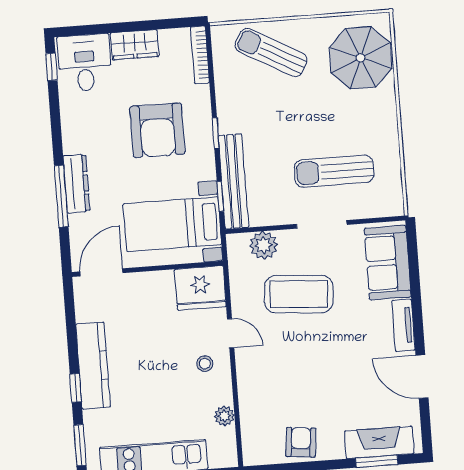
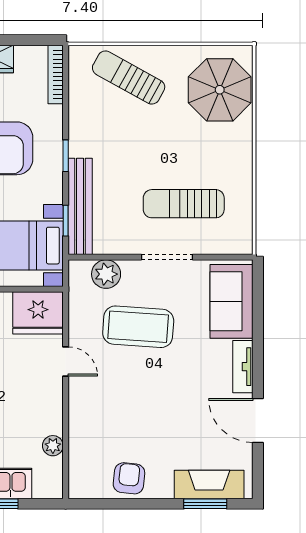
stool: (205, 364) -> (37, 391), removed

